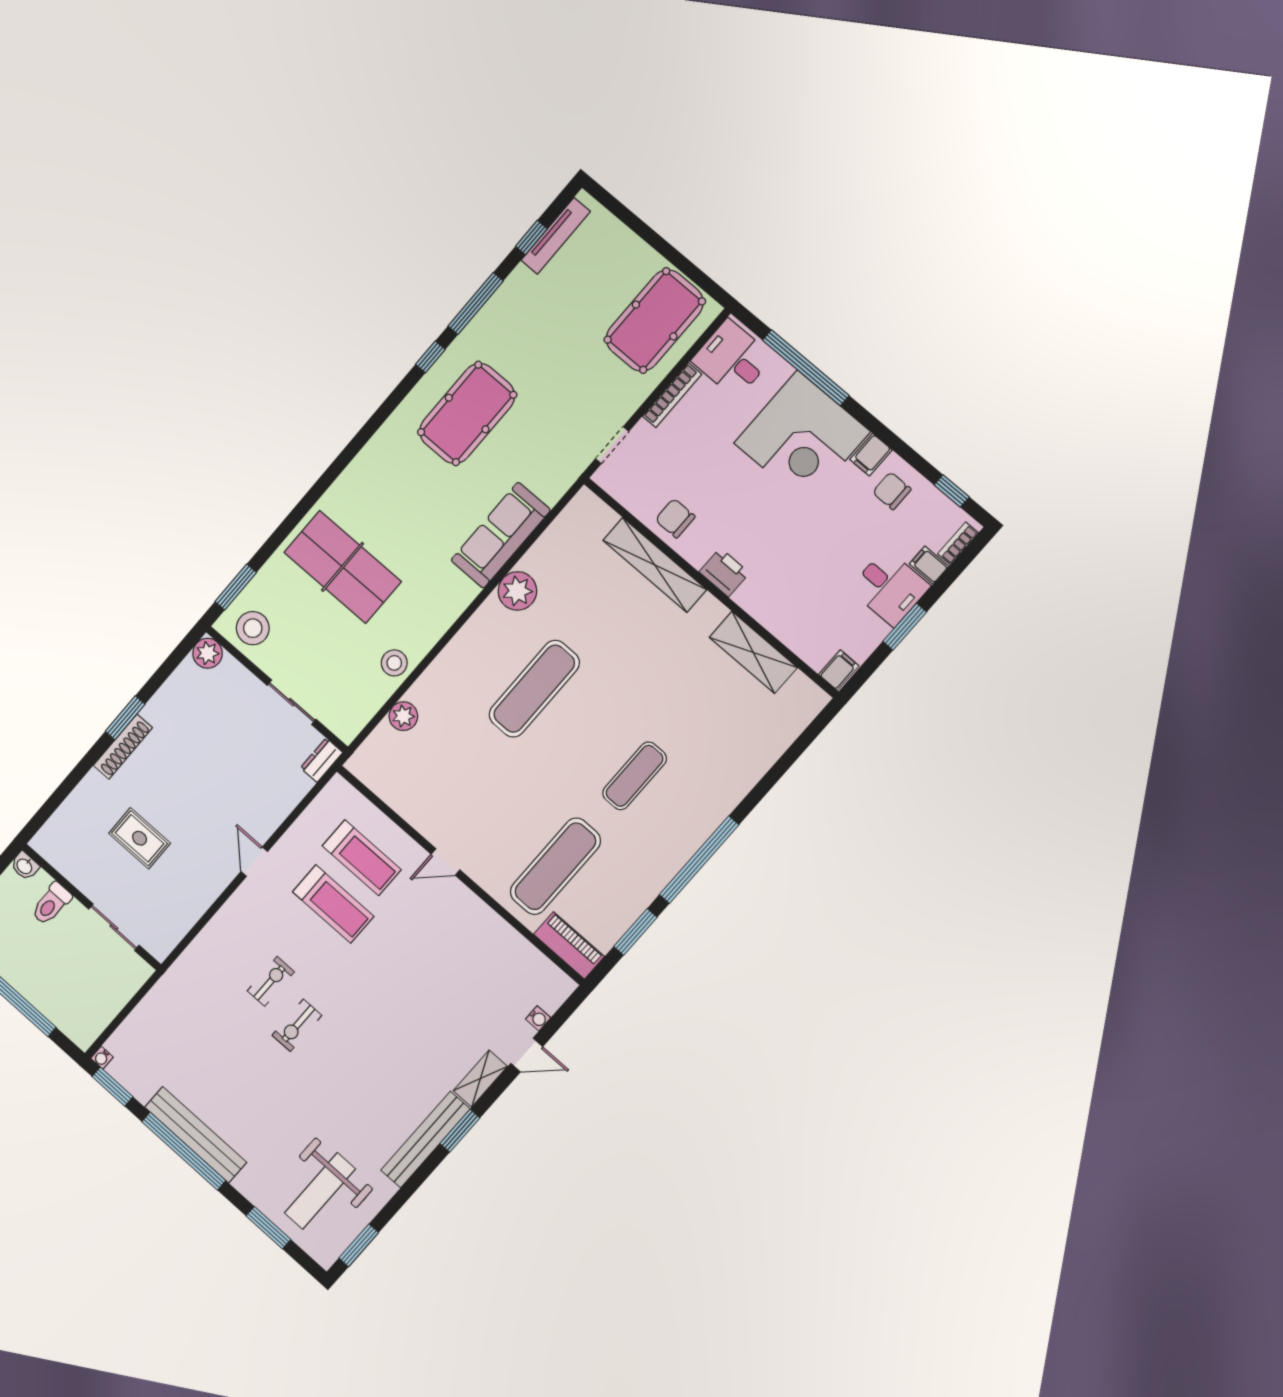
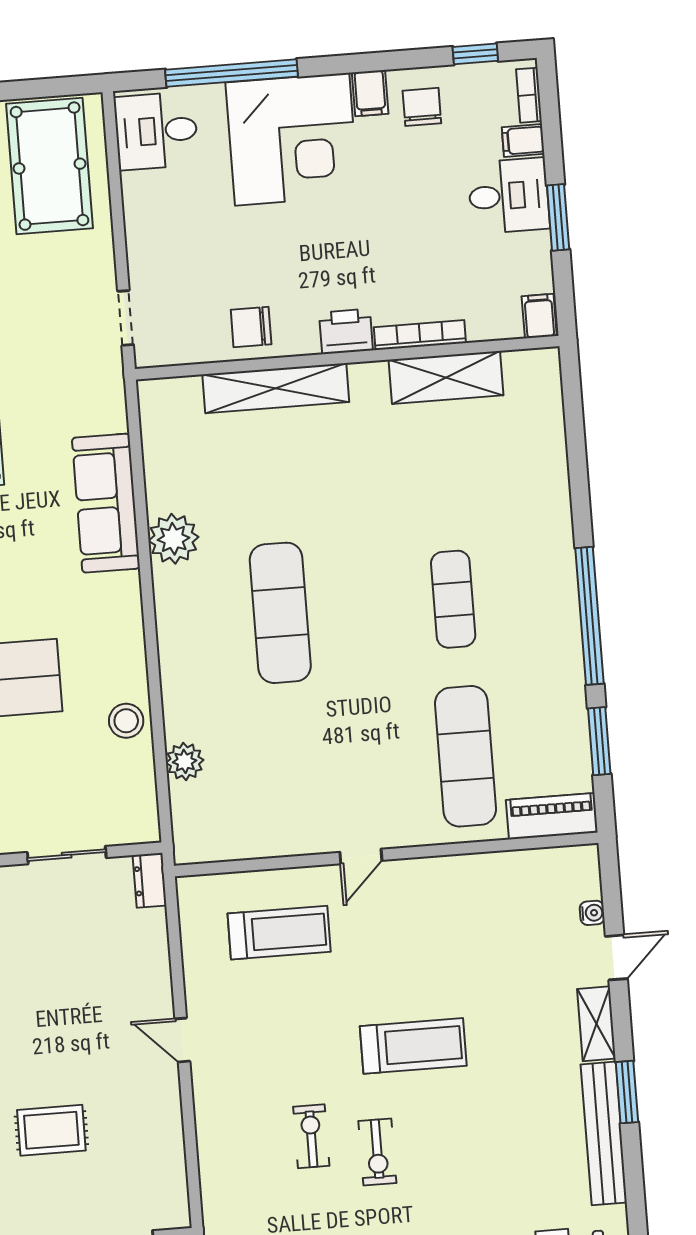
bookcase: (672, 395) -> (420, 335), moved, turned -90
chair: (892, 491) -> (422, 107), turned 90
treadmill: (333, 904) -> (413, 1046), moved

